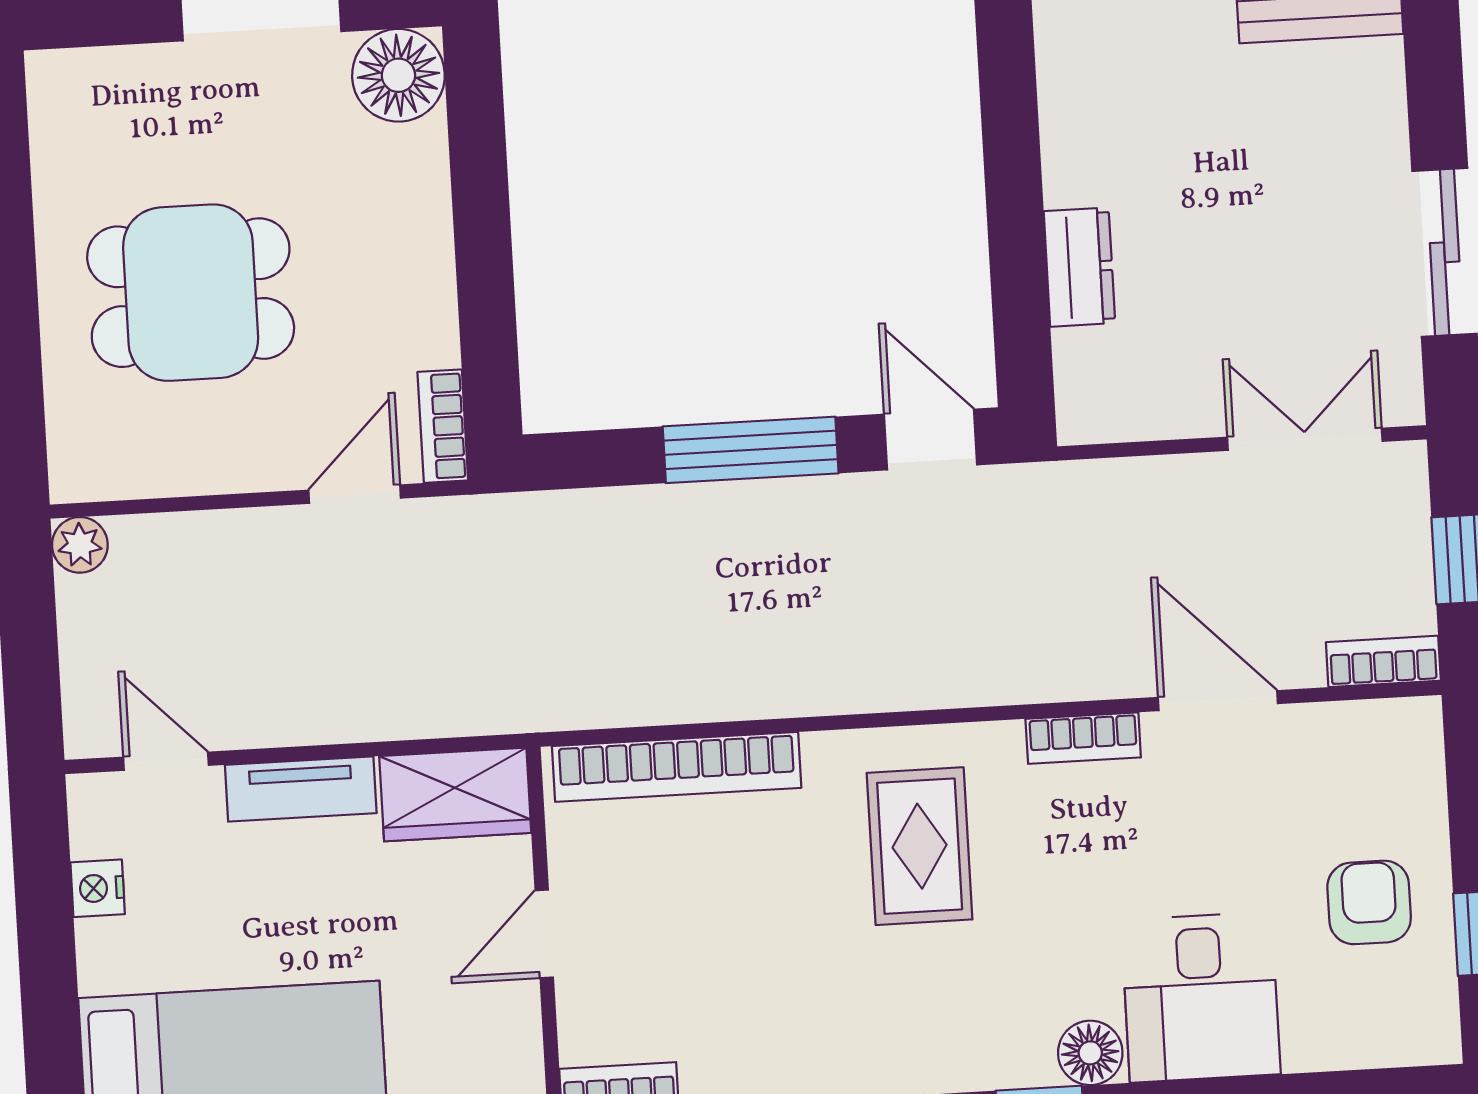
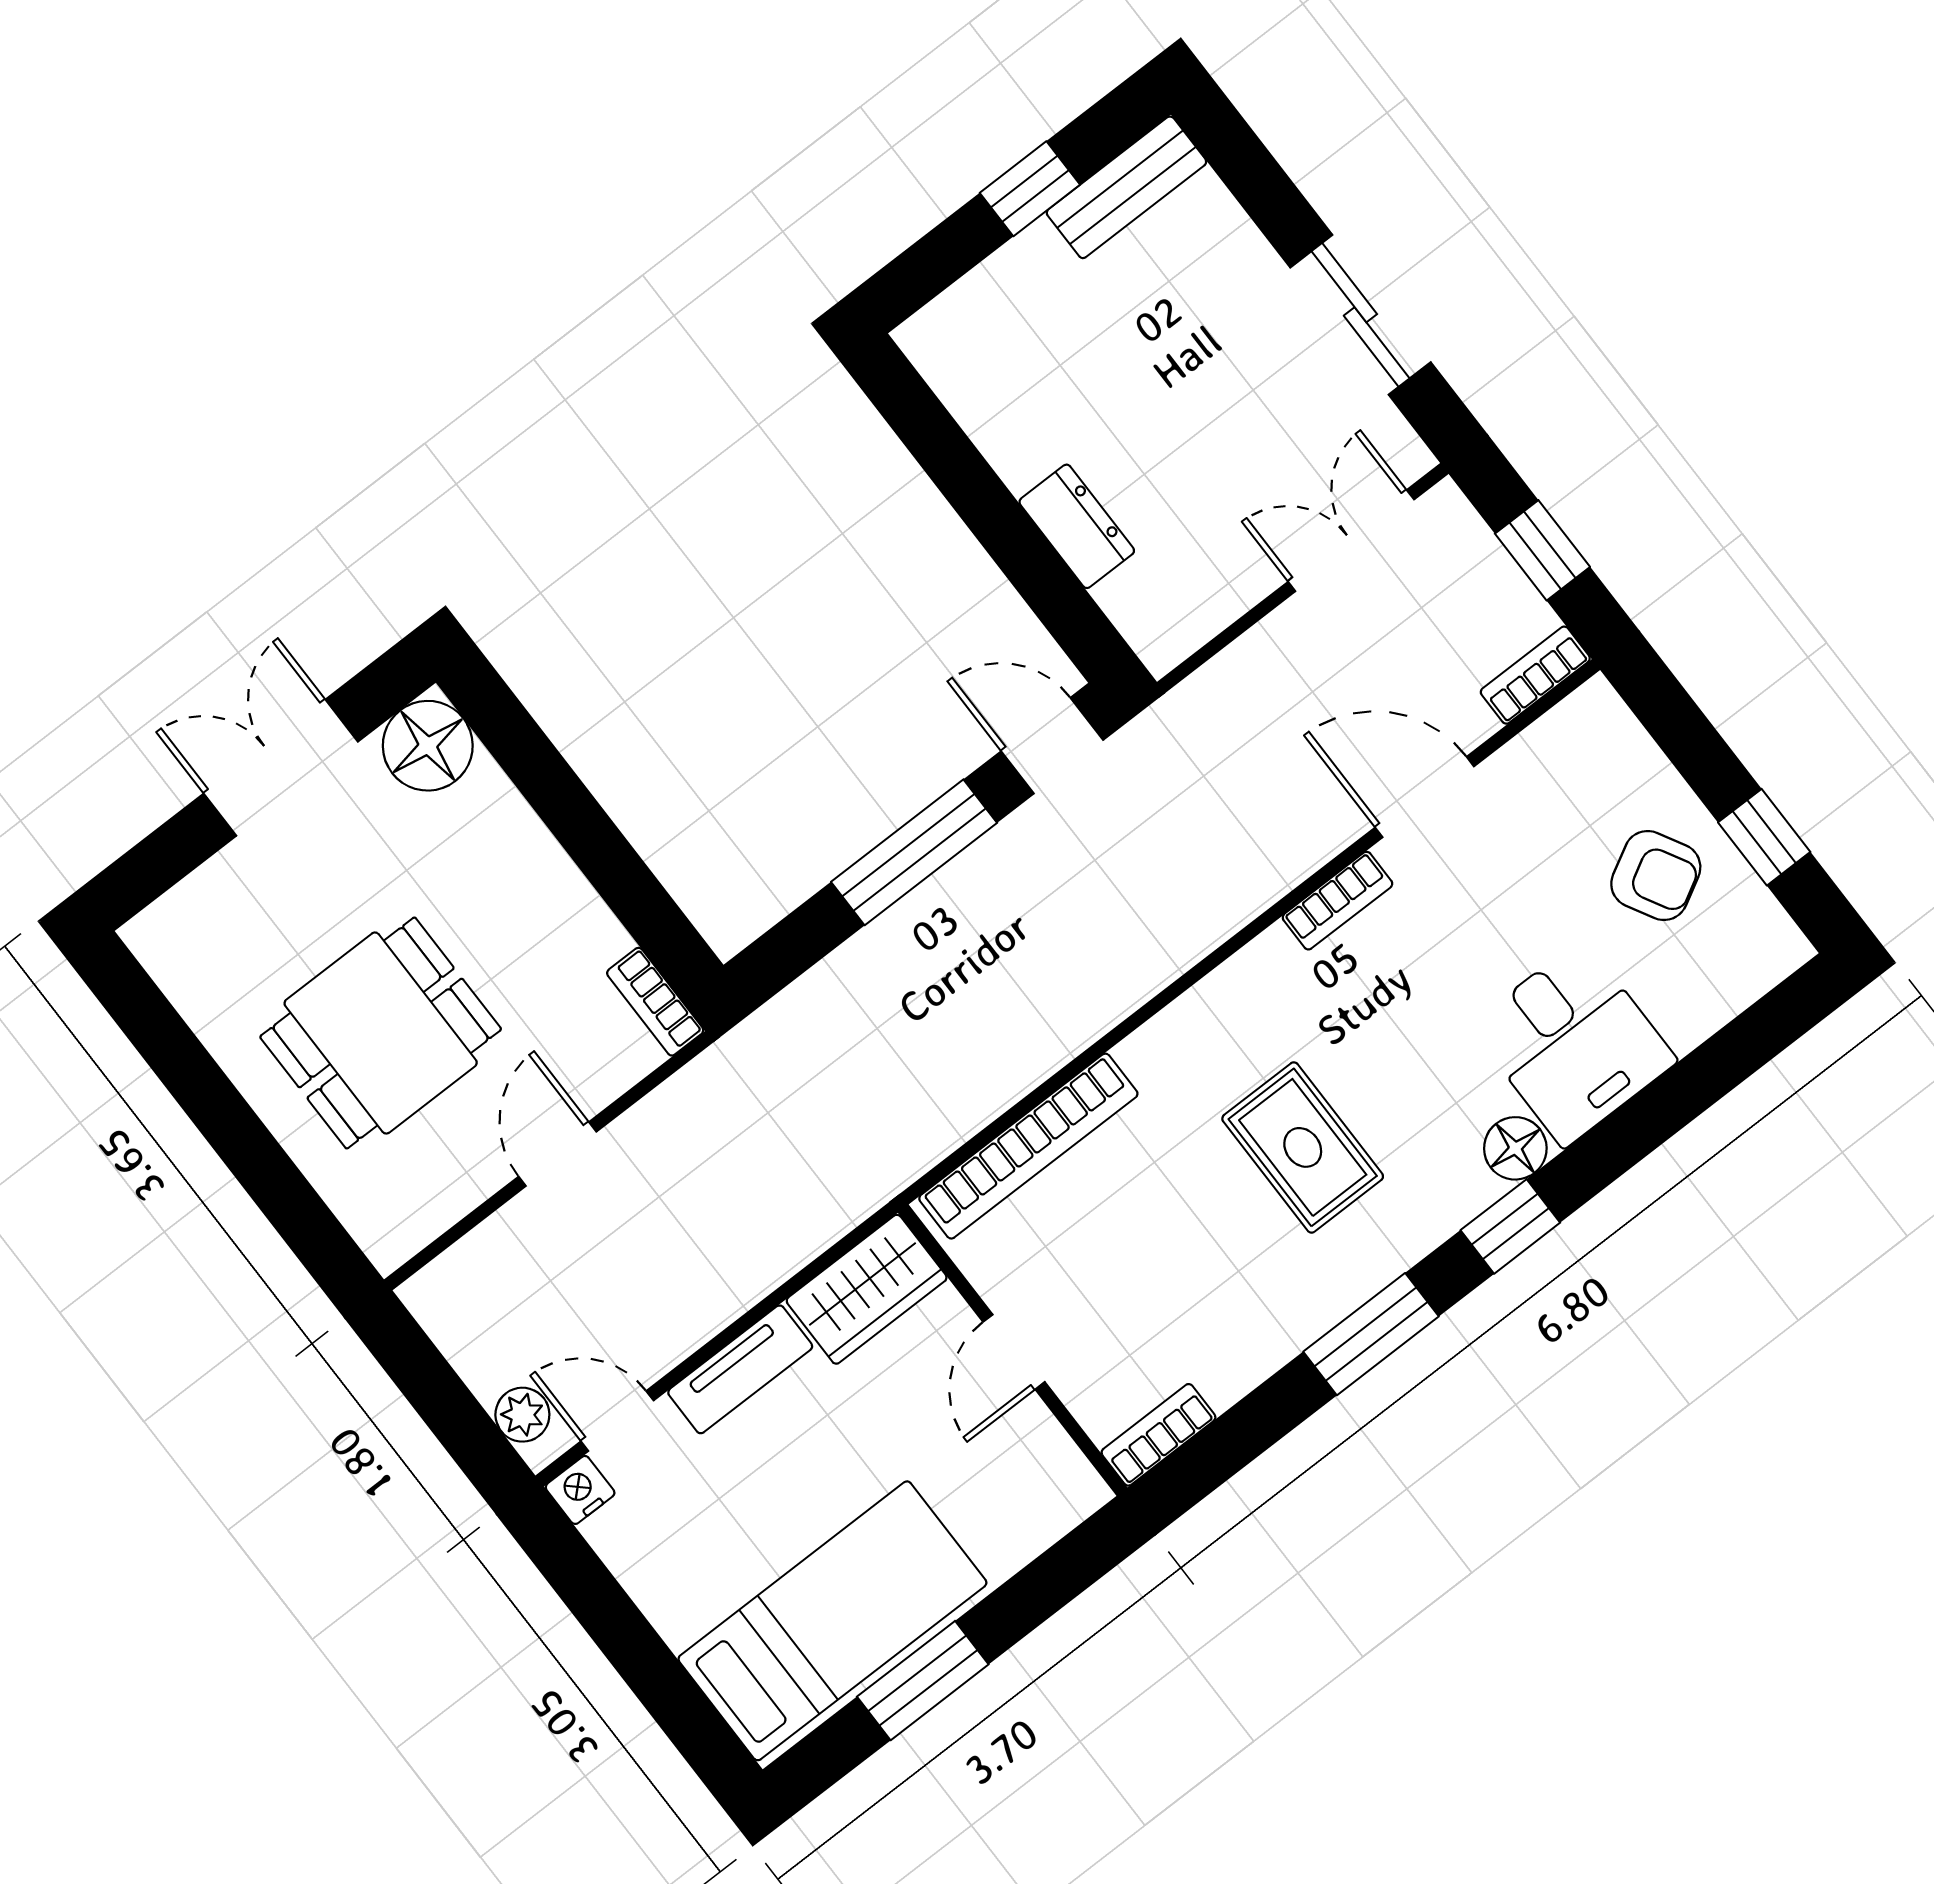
door: (355, 494) -> (557, 1154), moved
plant: (80, 545) -> (522, 1415), moved
rug: (920, 846) -> (1303, 1147), moved
nightstand: (98, 888) -> (580, 1490), moved, turned 90
armchair: (1369, 902) -> (1656, 876), turned 151

